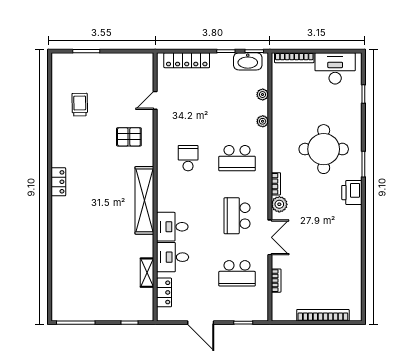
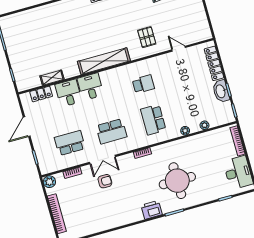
washbasin: (248, 61) -> (221, 91), moved
plant: (279, 204) -> (49, 182), moved
school desk: (237, 216) -> (111, 131), turned 180
armchair: (299, 242) -> (105, 181), added
school desk: (237, 273) -> (70, 143), turned 90

